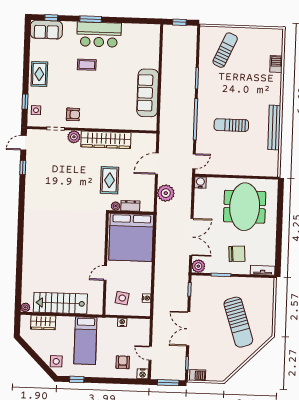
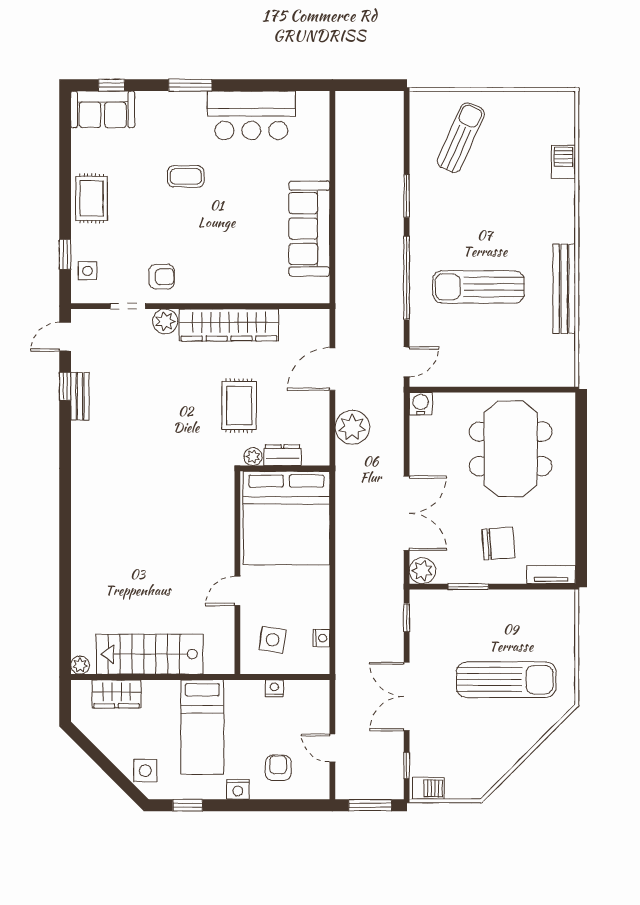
window: (179, 22) -> (368, 85), removed
bar counter: (99, 34) -> (251, 115), moved
sun lounger: (231, 125) -> (478, 287), width x1.36, depth x1.34
bench: (30, 173) -> (80, 396), added
sun lounger: (238, 322) -> (506, 680), turned -72
nightstand: (143, 374) -> (238, 789), moved

